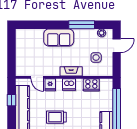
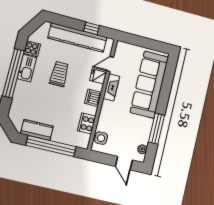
sofa: (59, 37) -> (149, 85), width x1.85, depth x1.27
side table: (96, 58) -> (101, 138), moved
fireplace: (71, 71) -> (111, 87), moved

